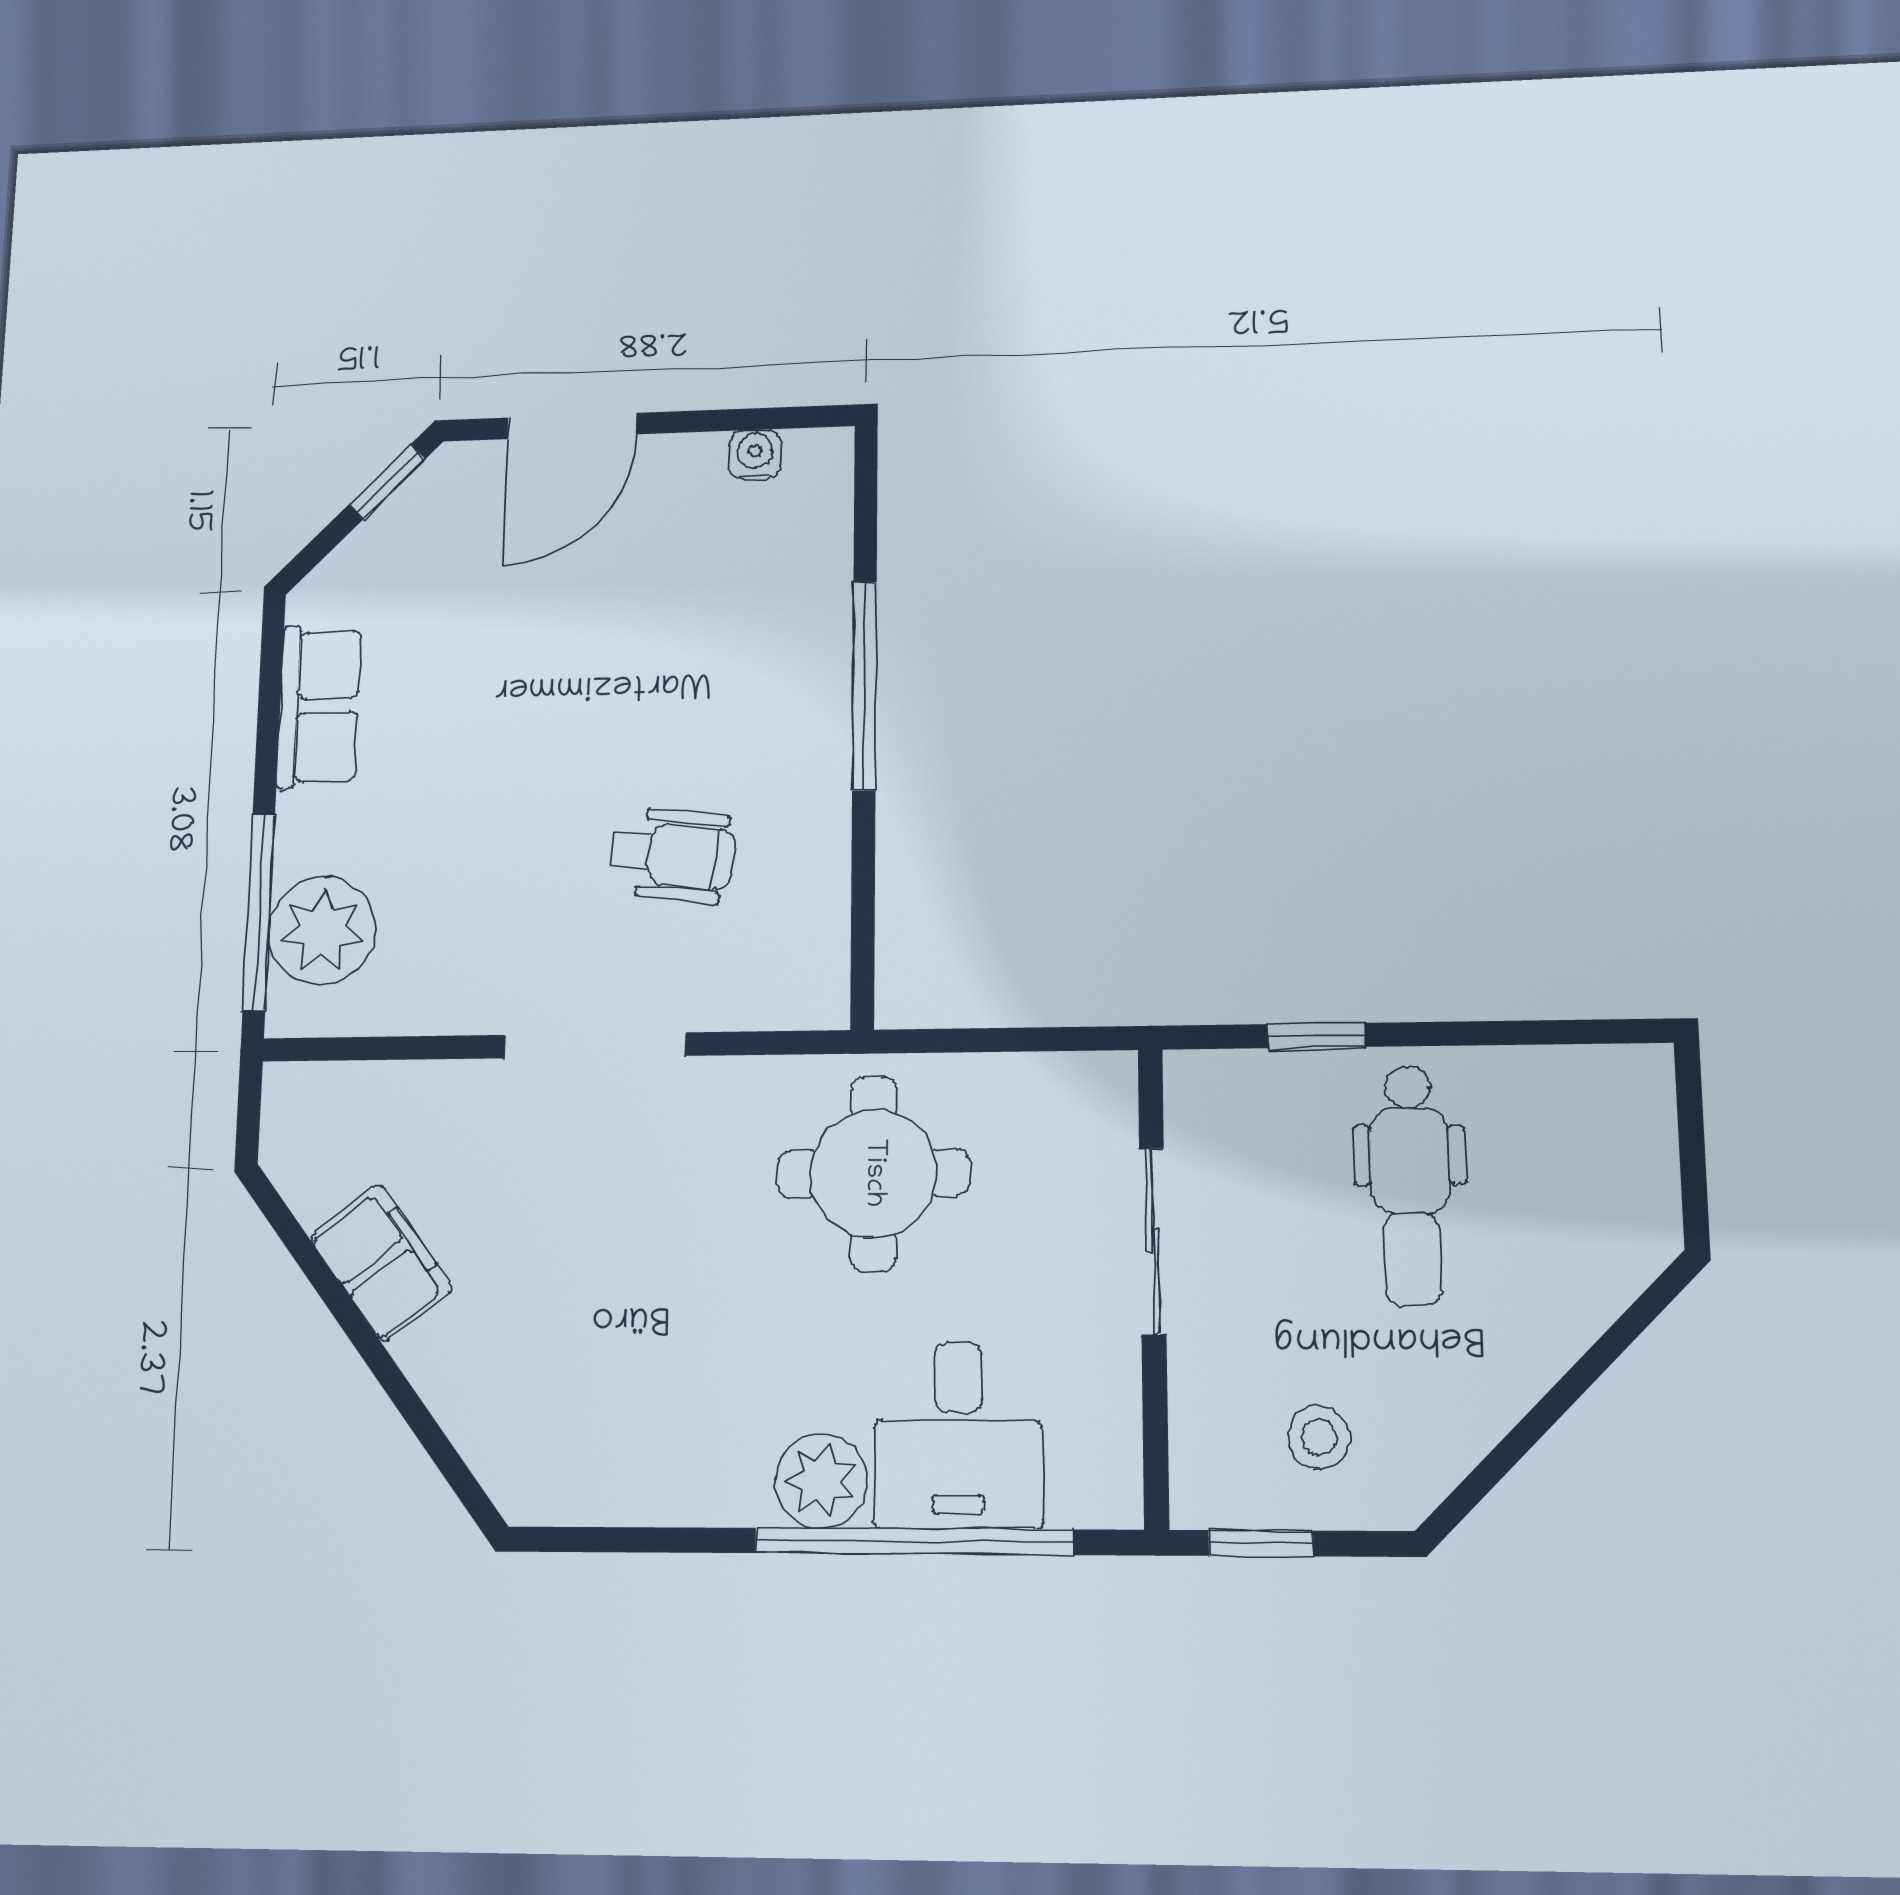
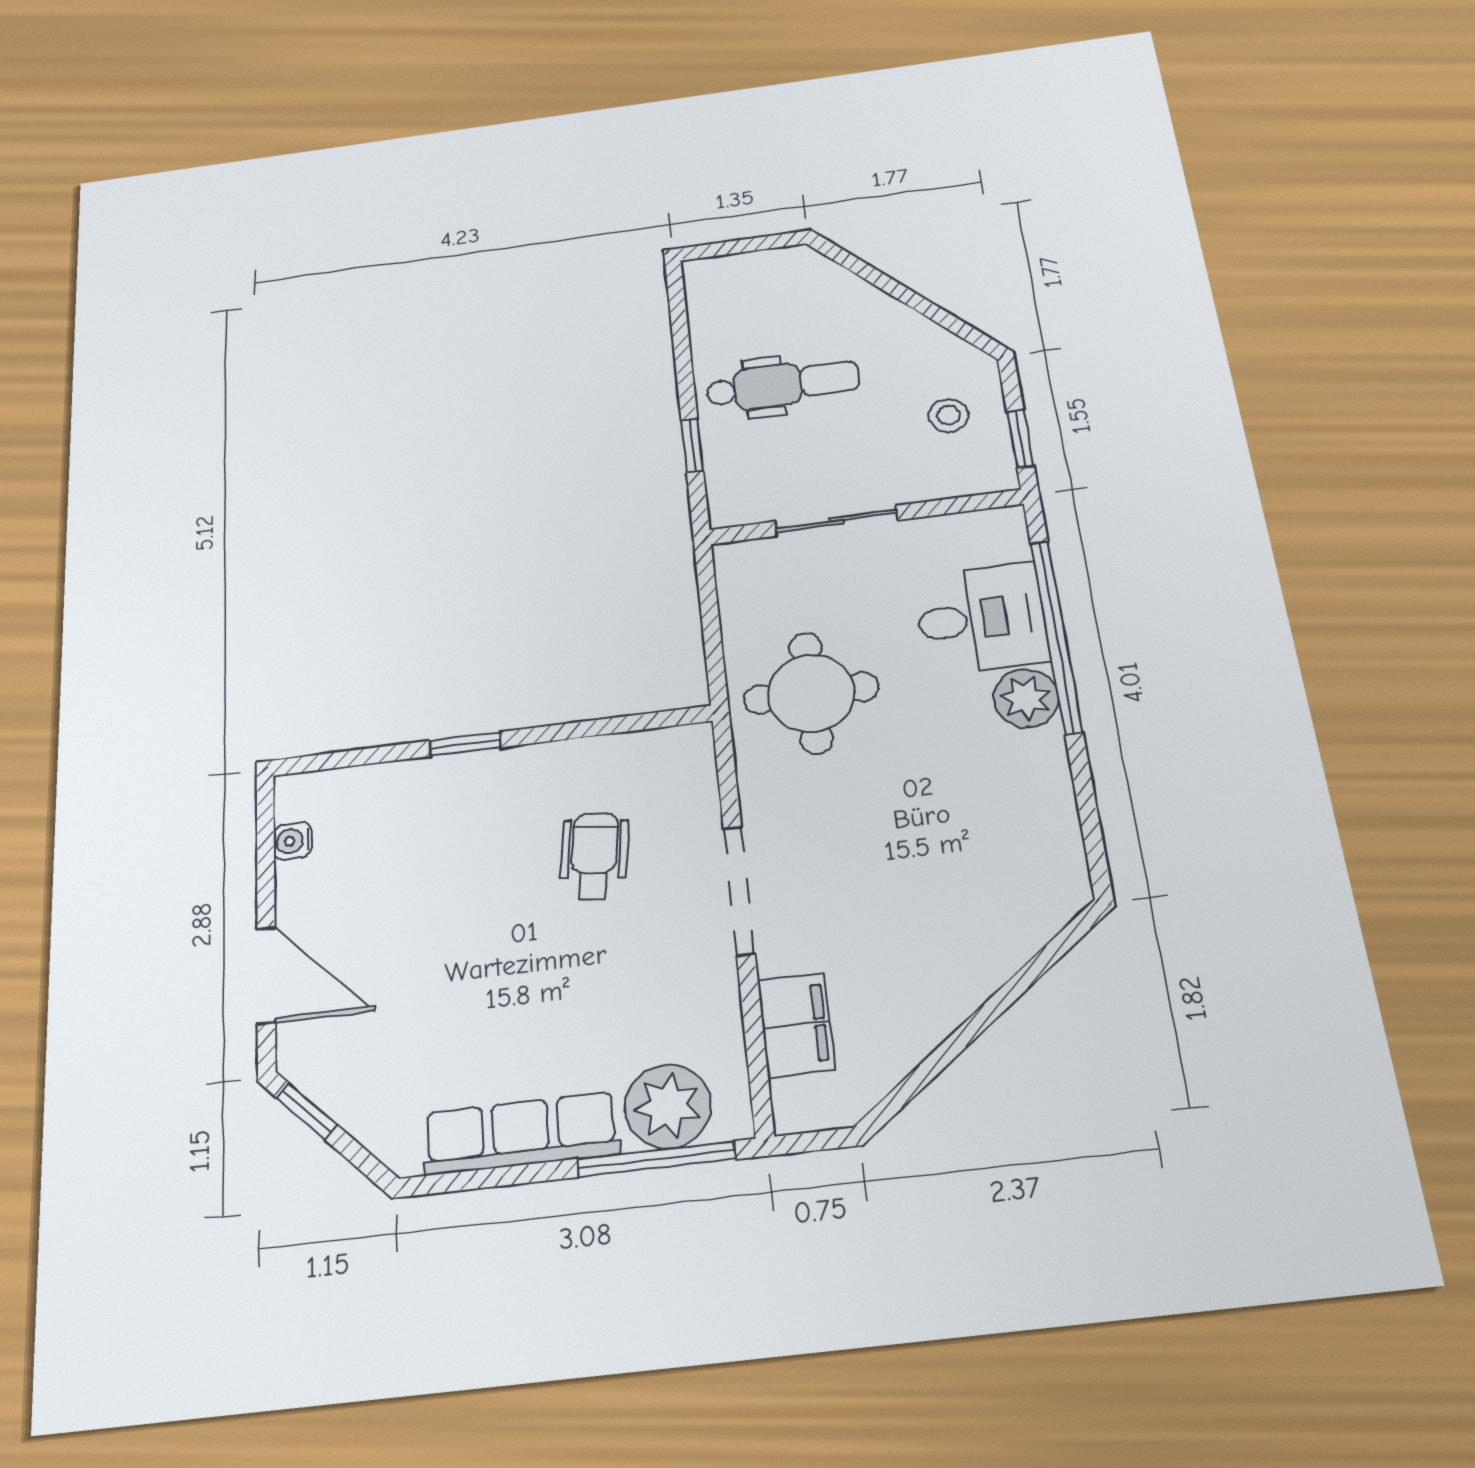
window: (864, 685) -> (465, 744), width x0.46
row of seats: (319, 706) -> (521, 1134), width x1.48
filing cabinet: (381, 1263) -> (796, 1025), moved, turned 127

